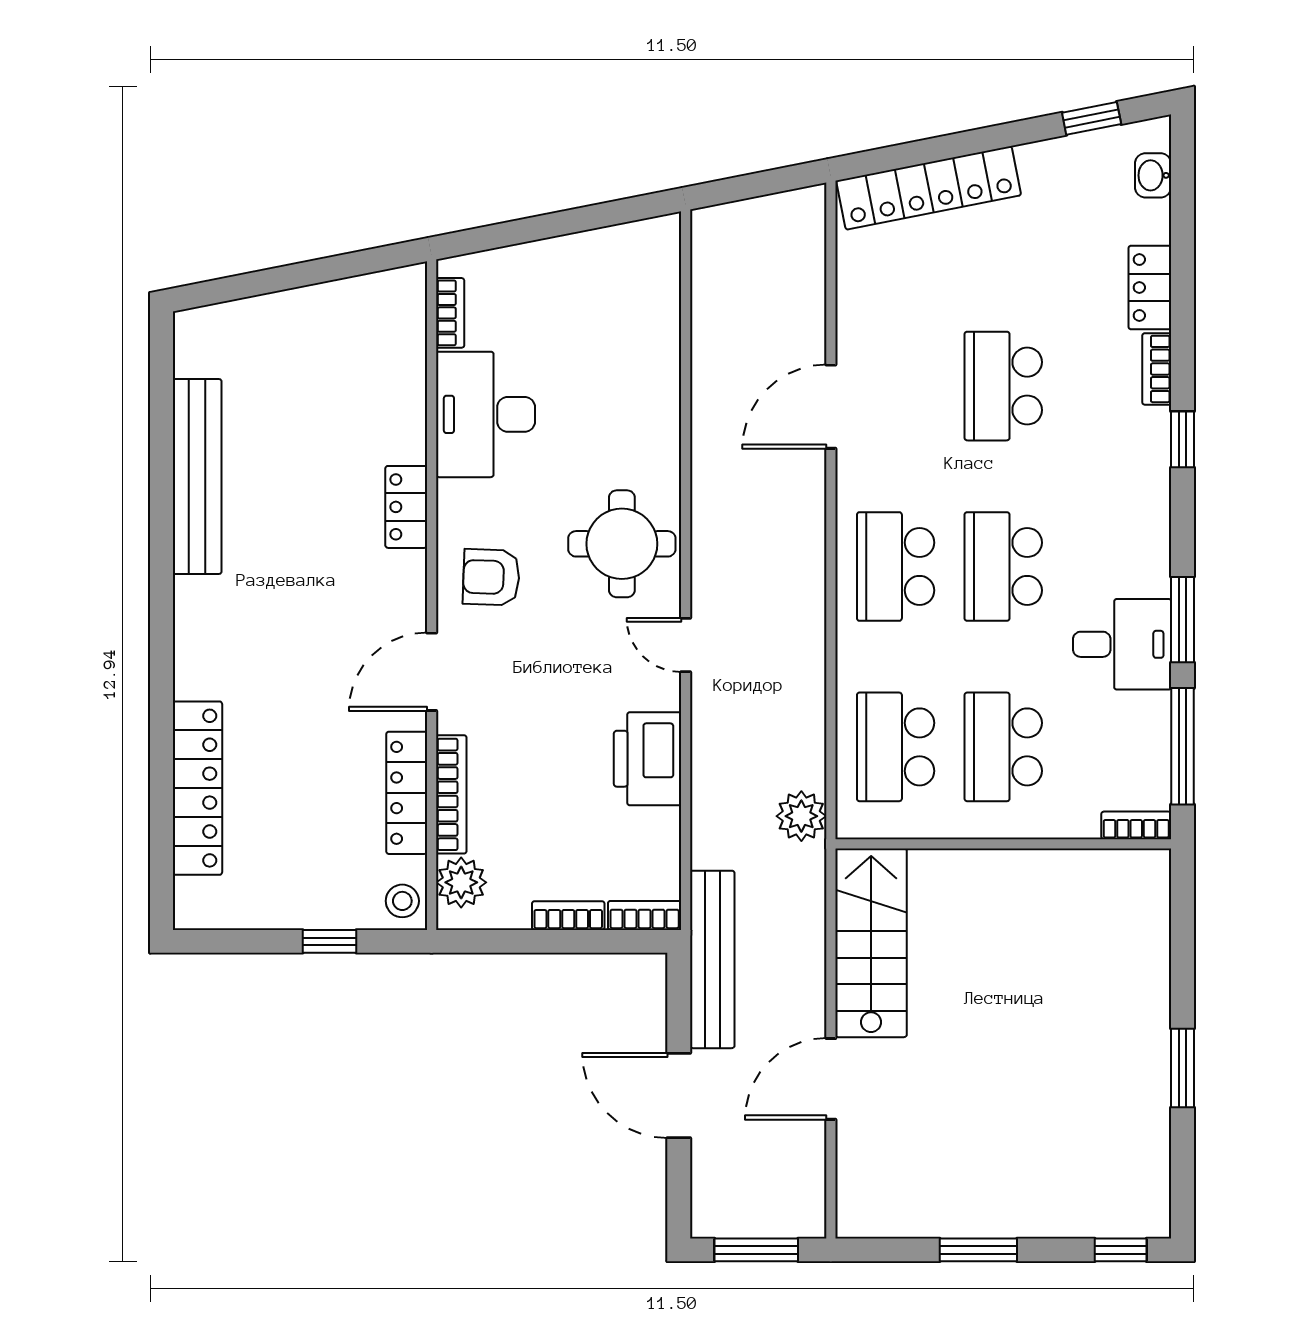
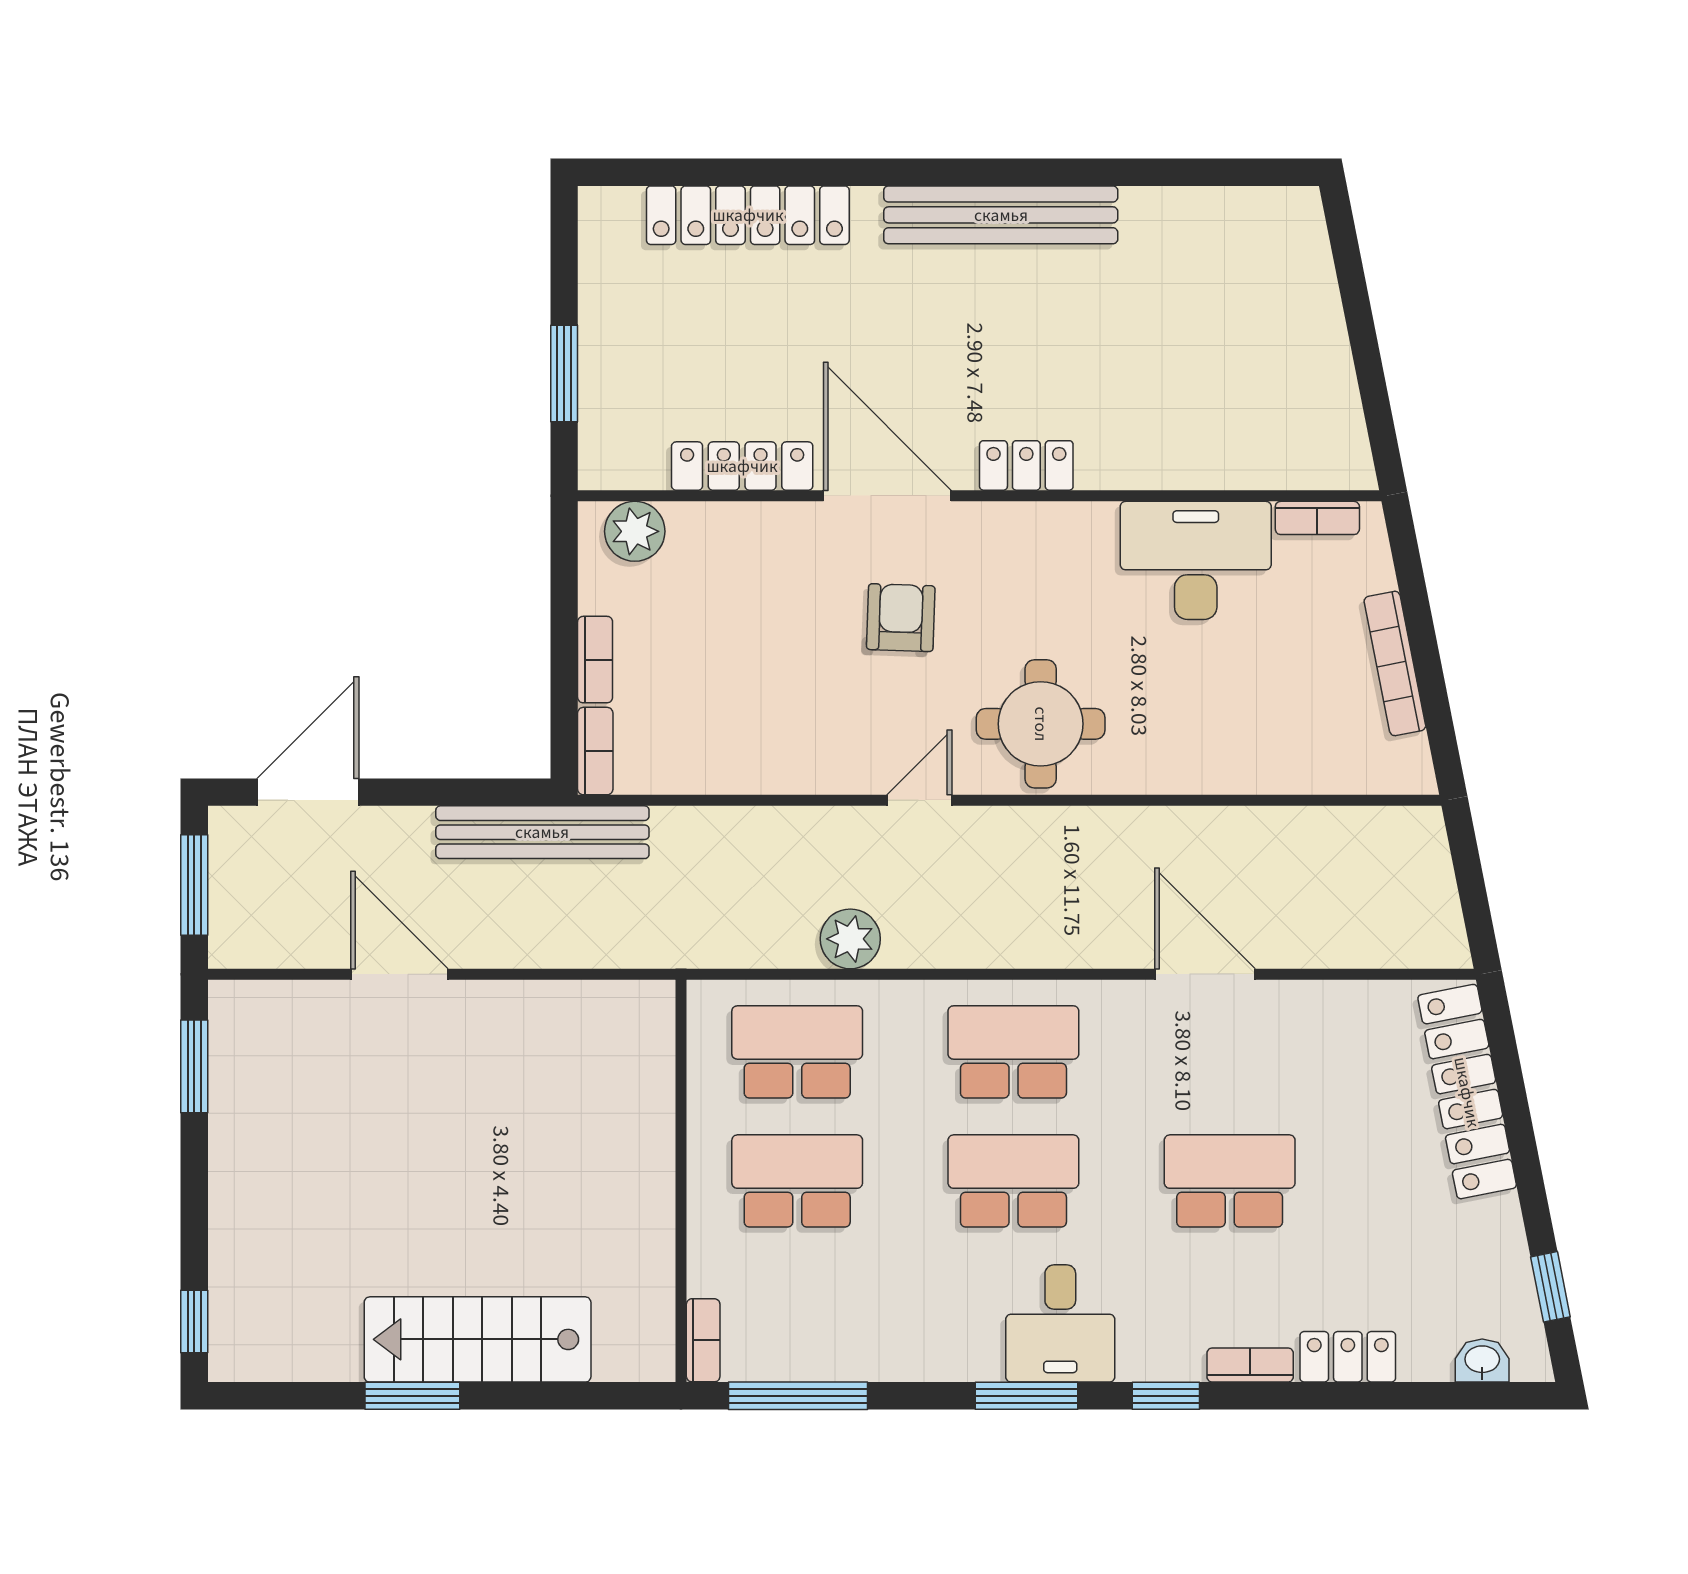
bench: (197, 477) -> (1001, 215), moved
locker: (406, 507) -> (1026, 465), moved
armchair: (491, 577) -> (901, 618), moved
window: (1182, 620) -> (1026, 1396), moved
desk: (1122, 644) -> (1060, 1323), moved
door: (432, 672) -> (887, 496), width x1.36
printer: (648, 759) -> (783, 755), removed
bookcase: (451, 794) -> (1395, 663), moved, turned 79
plant: (801, 816) -> (850, 939), moved
stool: (402, 901) -> (613, 461), removed
window: (330, 941) -> (564, 374), width x1.50
stairs: (871, 943) -> (478, 1339), moved, turned 180
door: (679, 1096) -> (308, 792), moved
window: (978, 1250) -> (194, 1066), moved

